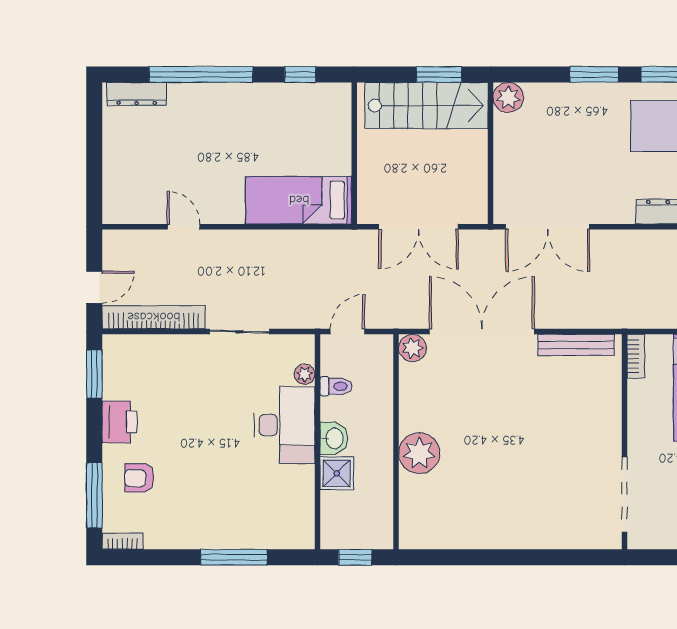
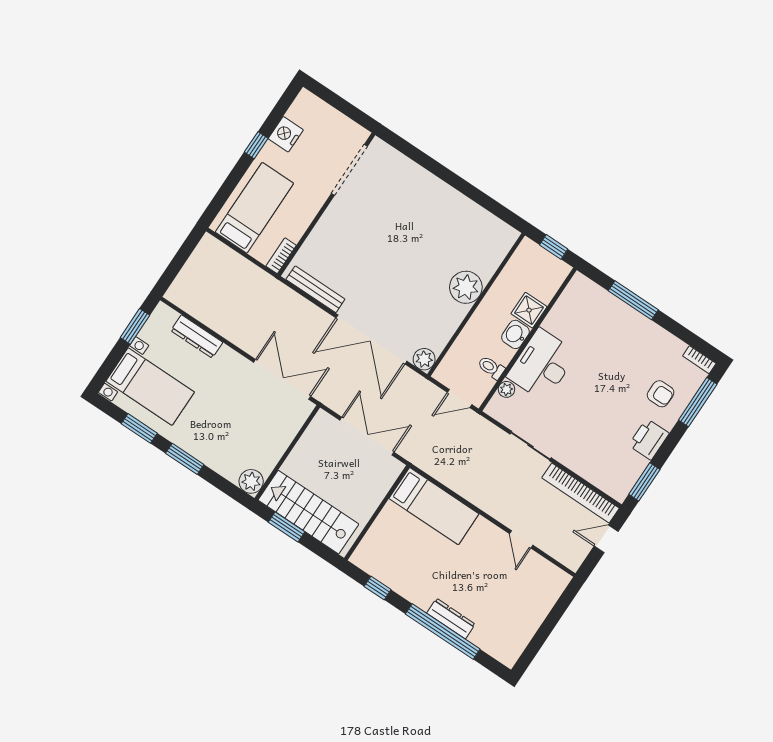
dresser: (137, 94) -> (451, 619), moved

